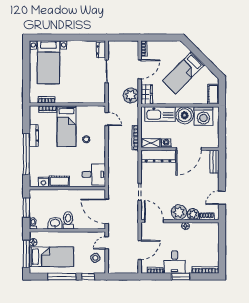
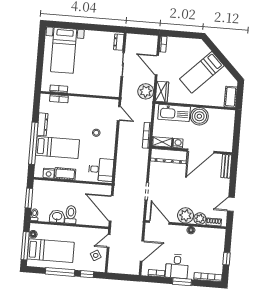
door: (140, 69) -> (157, 65), swing flipped
washing machine: (203, 116) -> (219, 119), removed
bed: (66, 126) -> (58, 147), moved, turned -90
window: (222, 251) -> (227, 259), added

